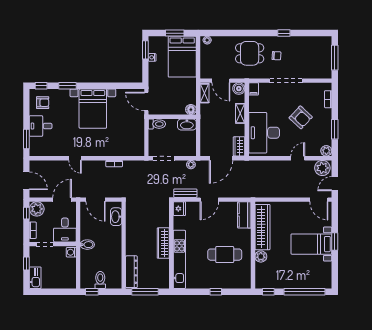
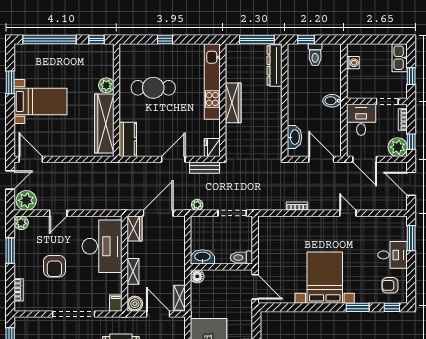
armchair: (301, 117) -> (54, 266), turned -133
door: (62, 200) -> (365, 159), hinge flipped
window: (335, 241) -> (10, 82), moved
washing machine: (71, 252) -> (353, 63), moved
window: (92, 292) -> (306, 40), moved

